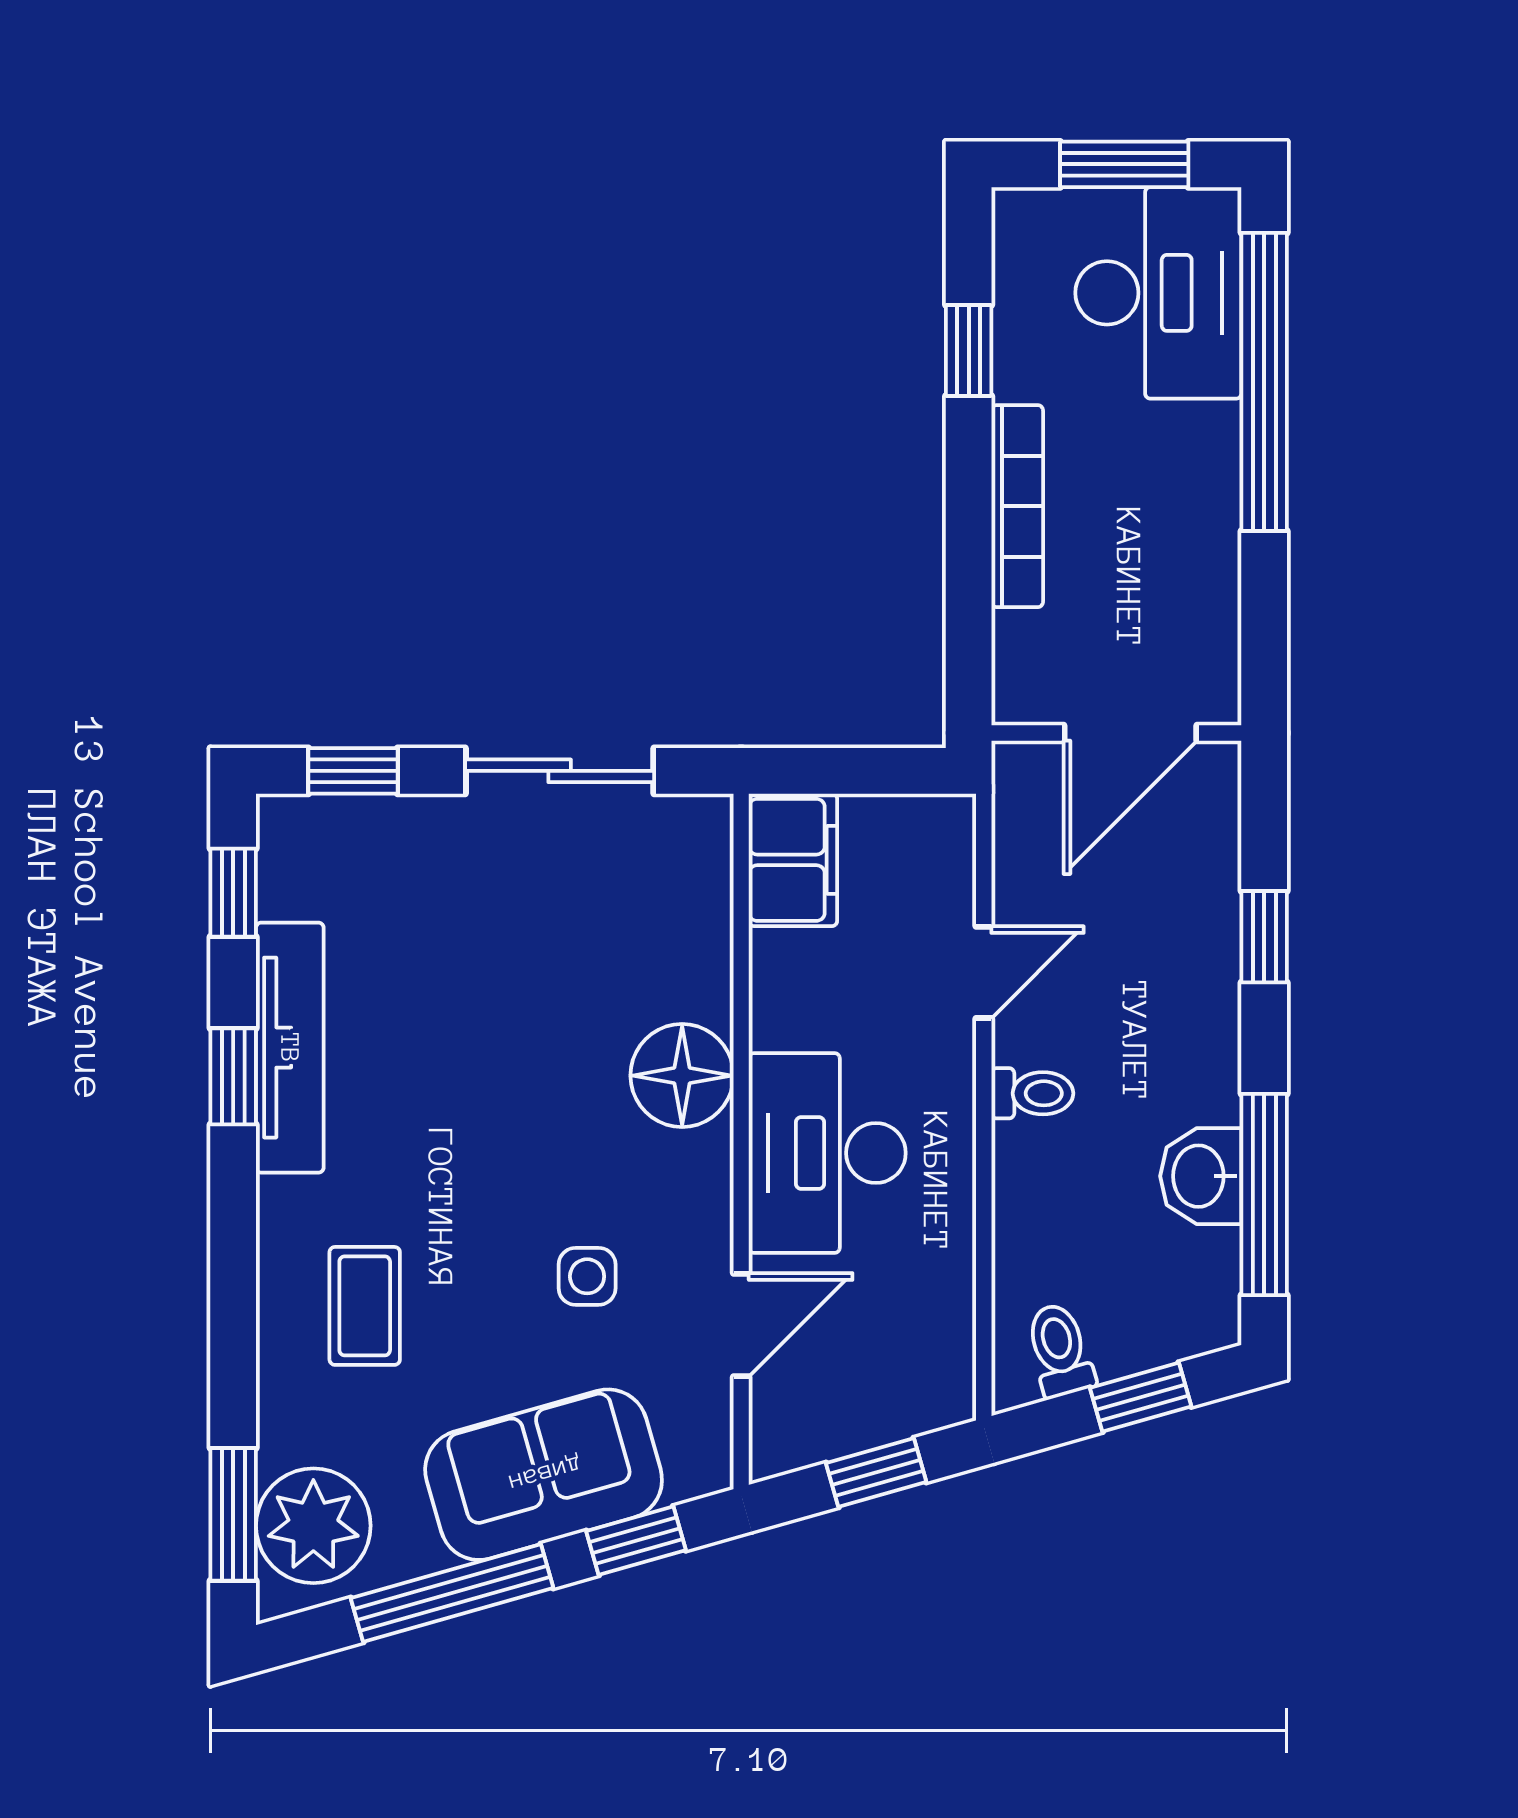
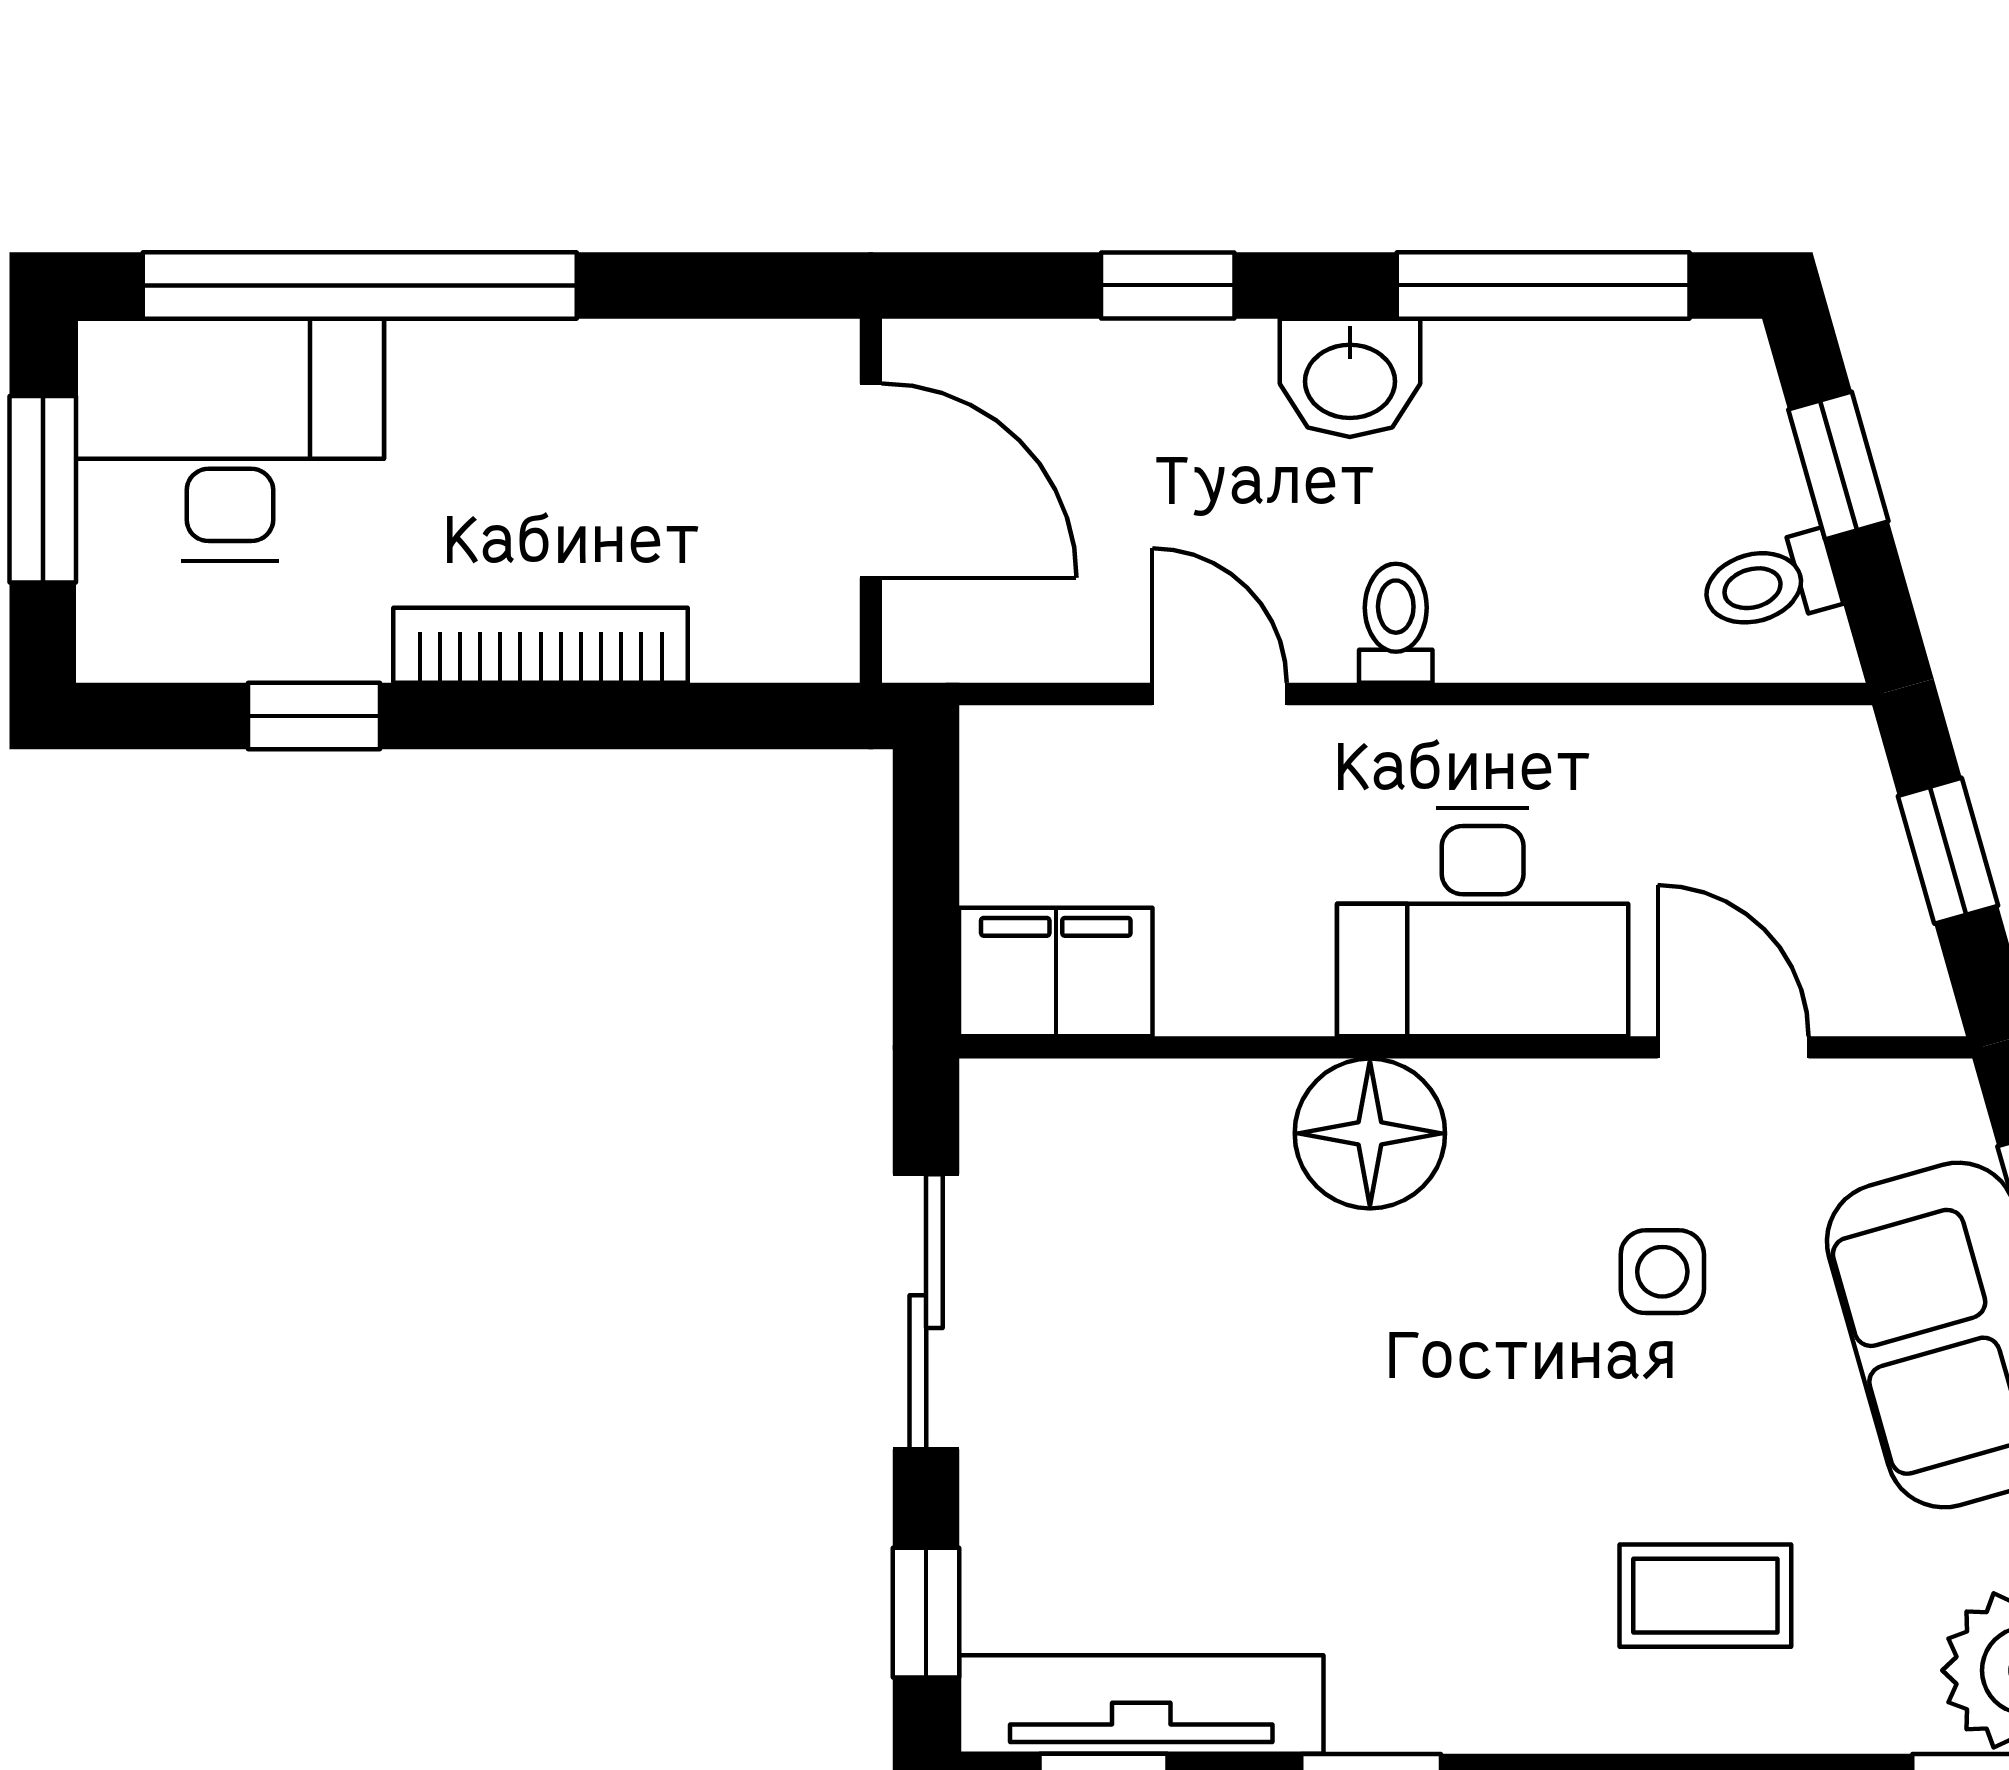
tv unit: (290, 1048) -> (1141, 1705), moved
washbasin: (1201, 1176) -> (1350, 378), moved

